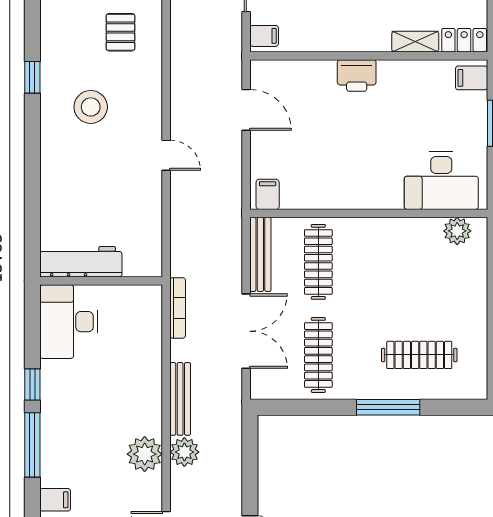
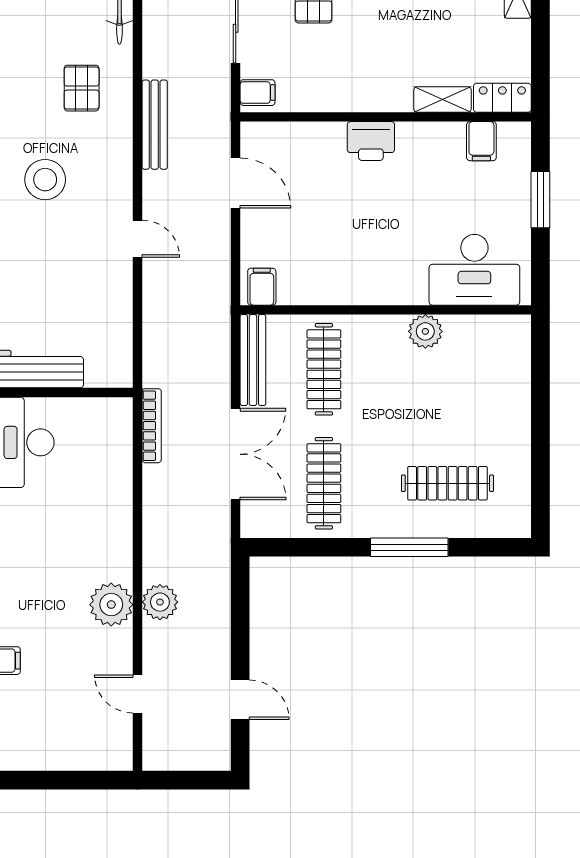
filing cabinet: (472, 78) -> (481, 141), moved, turned -90
plant: (457, 231) -> (425, 331), moved
bench: (180, 399) -> (155, 125), moved

